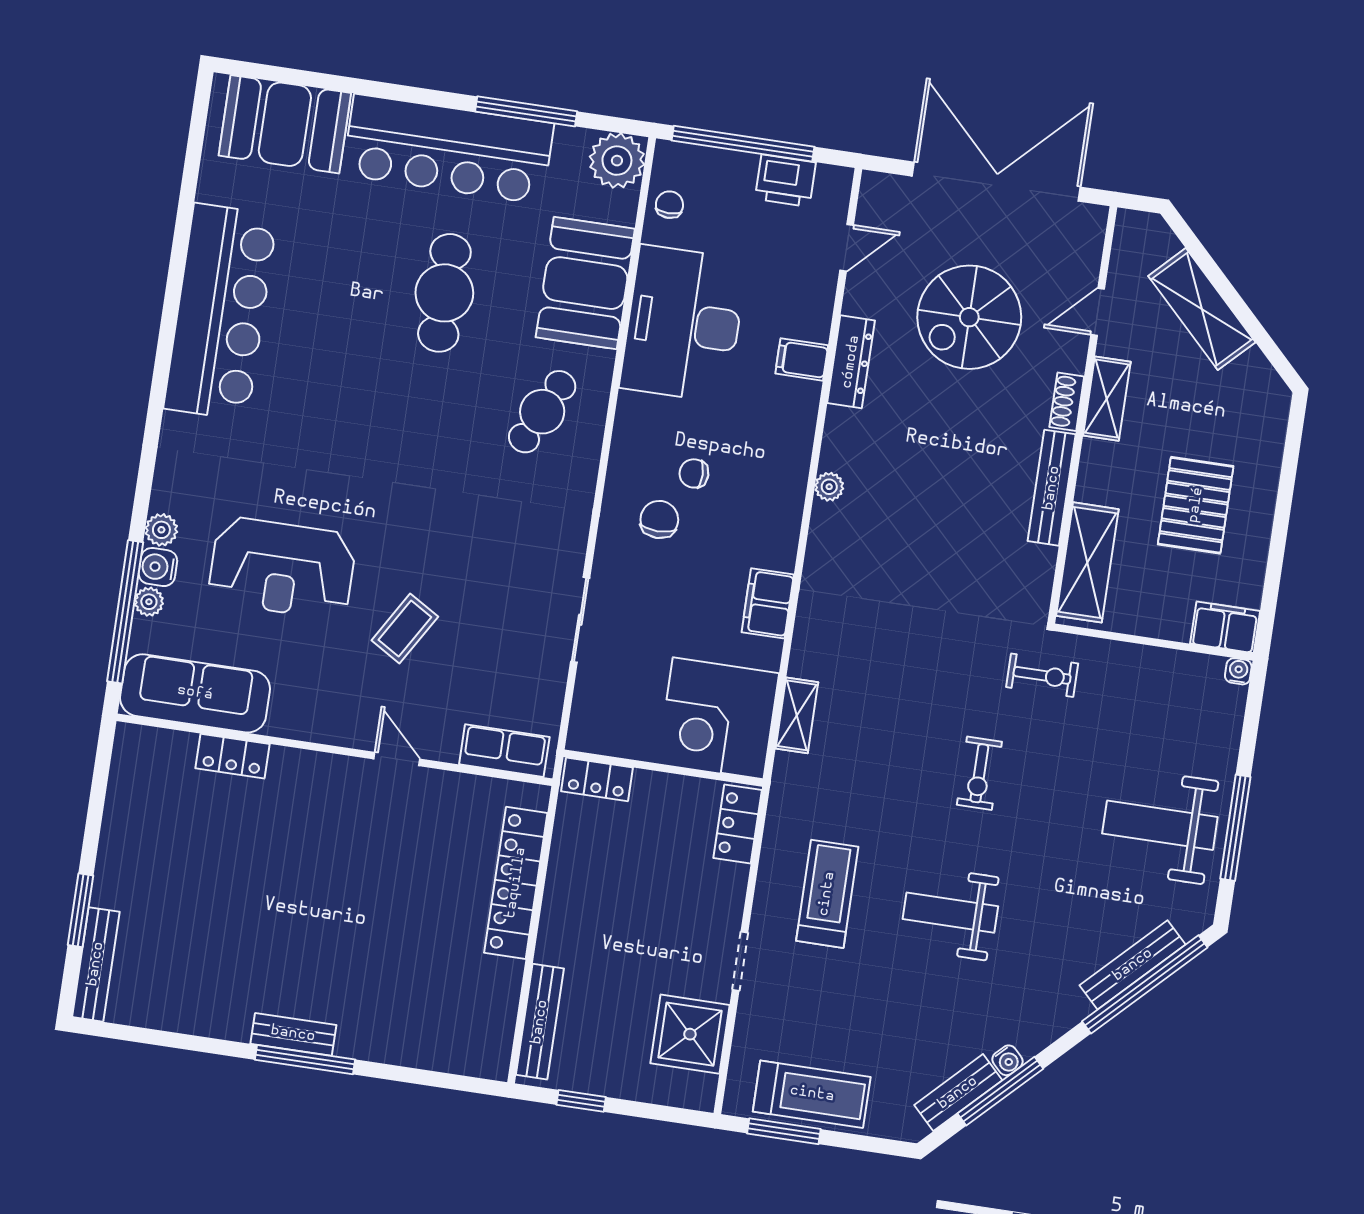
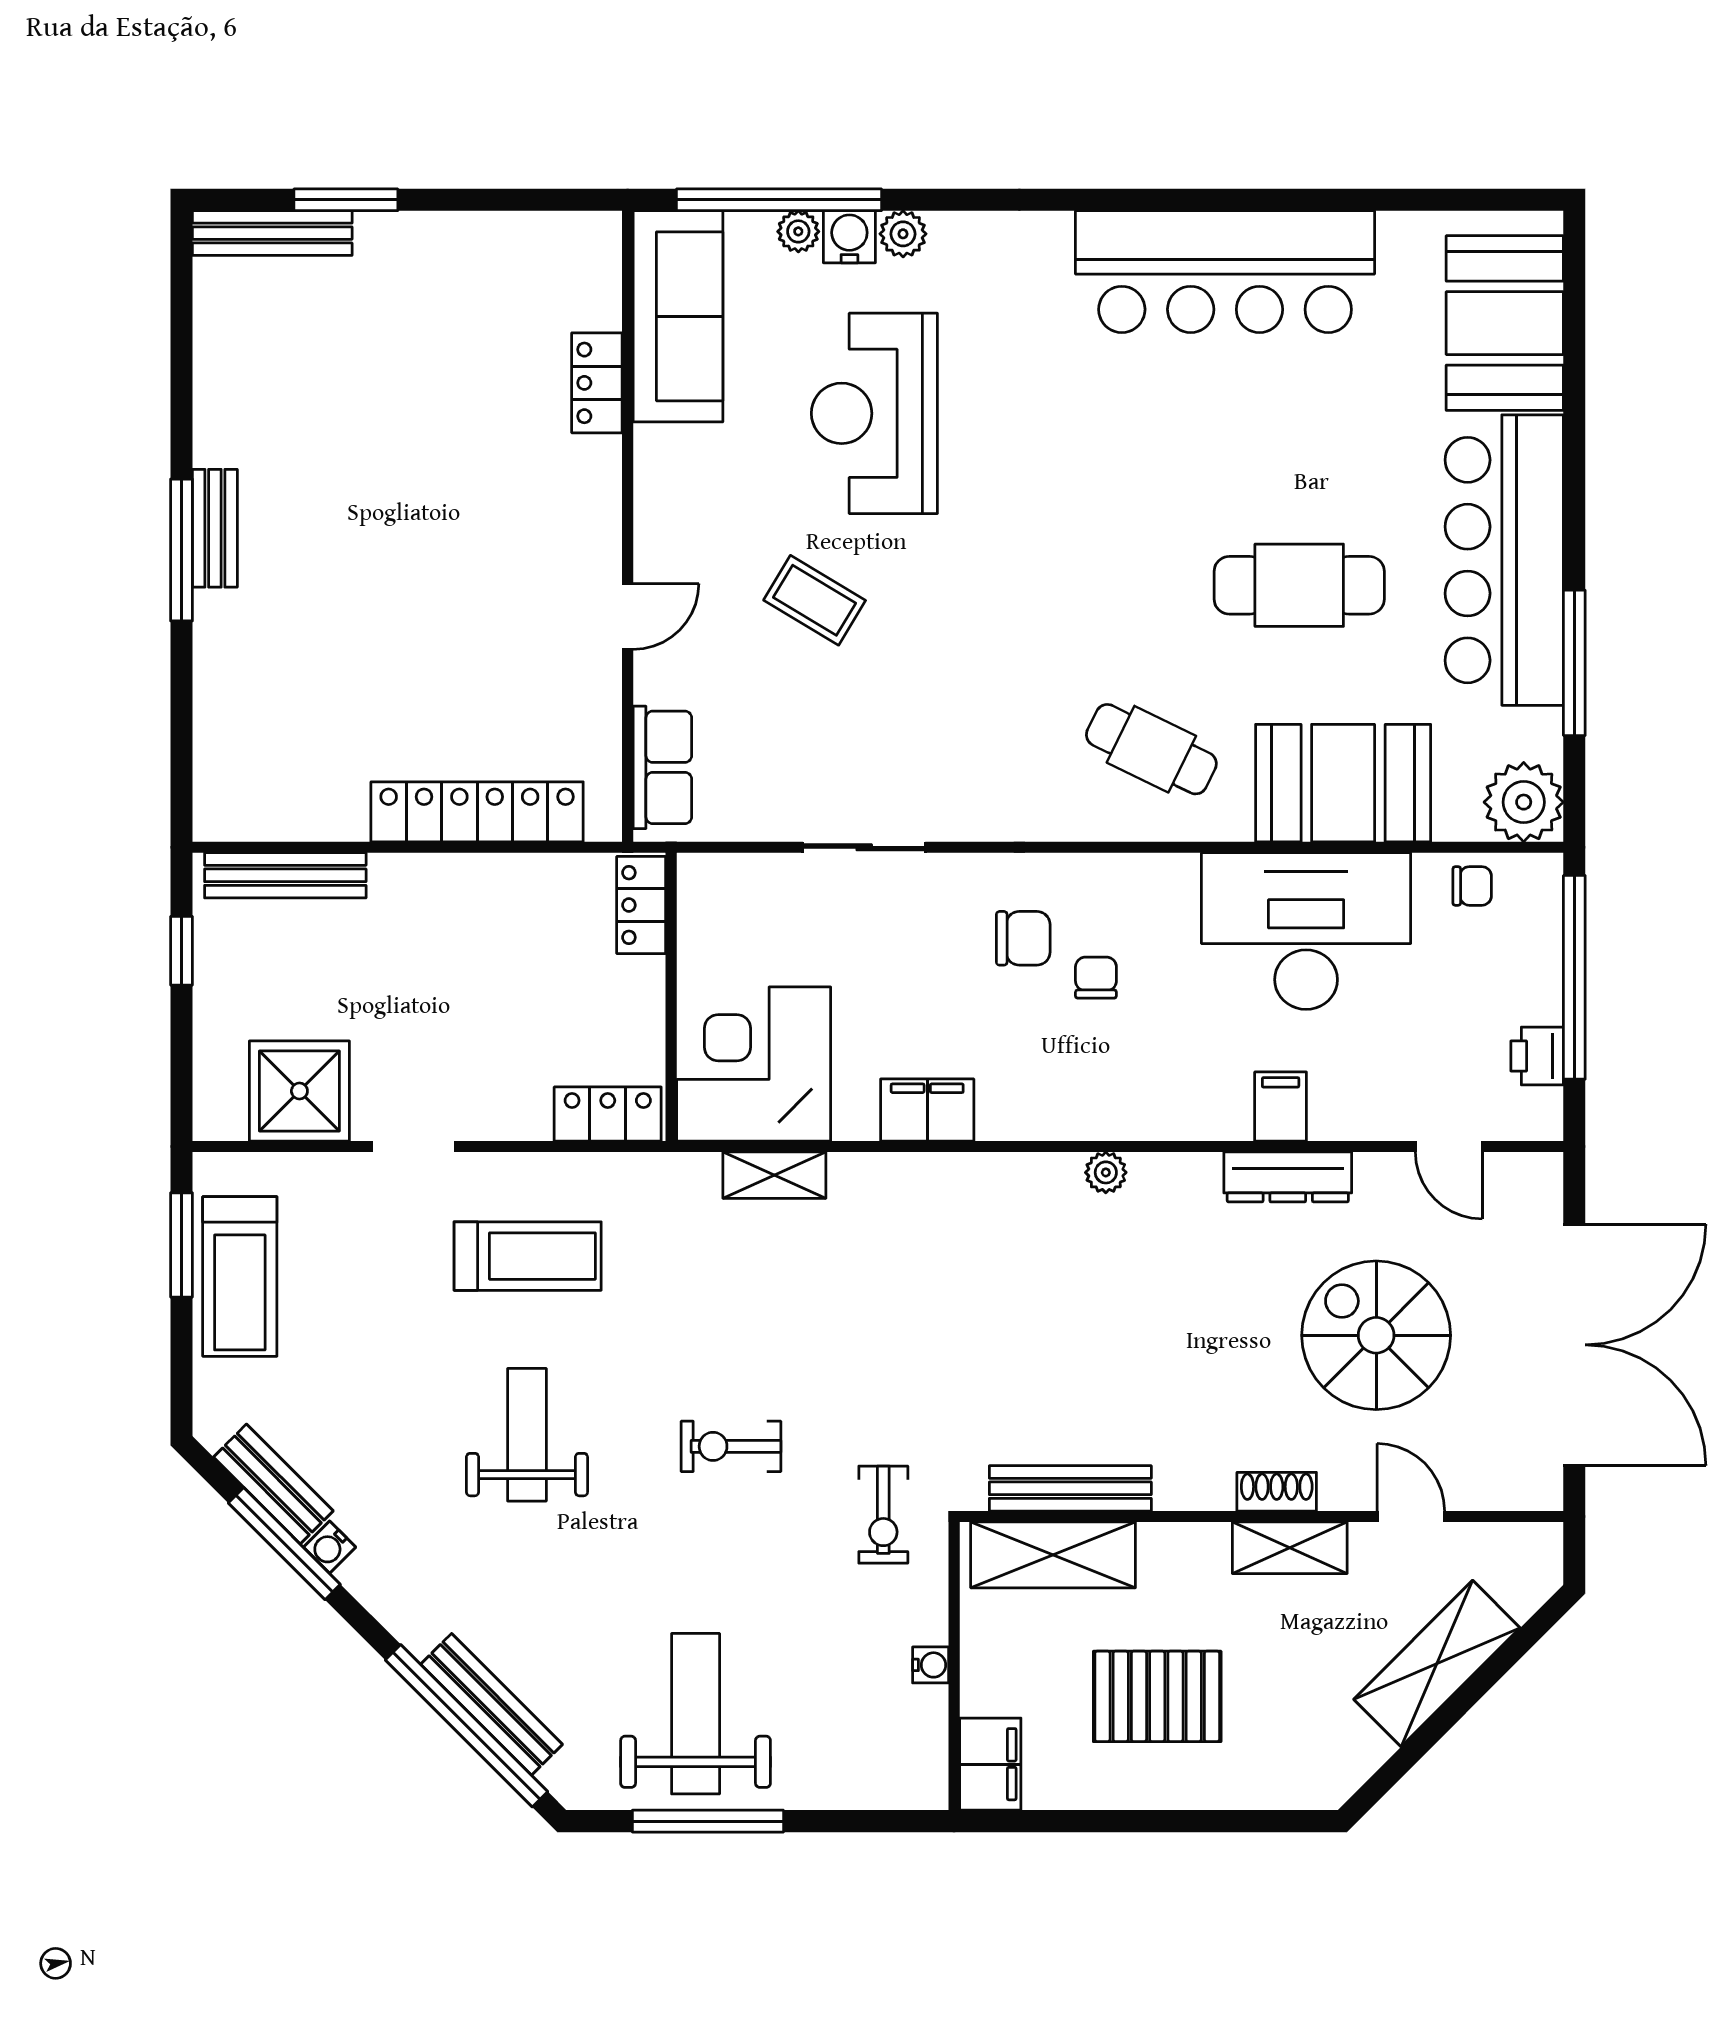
printer: (785, 181) -> (1537, 1056), width x0.73, depth x0.81
bench: (1052, 488) -> (1070, 1488), moved
water cooler: (1238, 671) -> (931, 1665), moved

